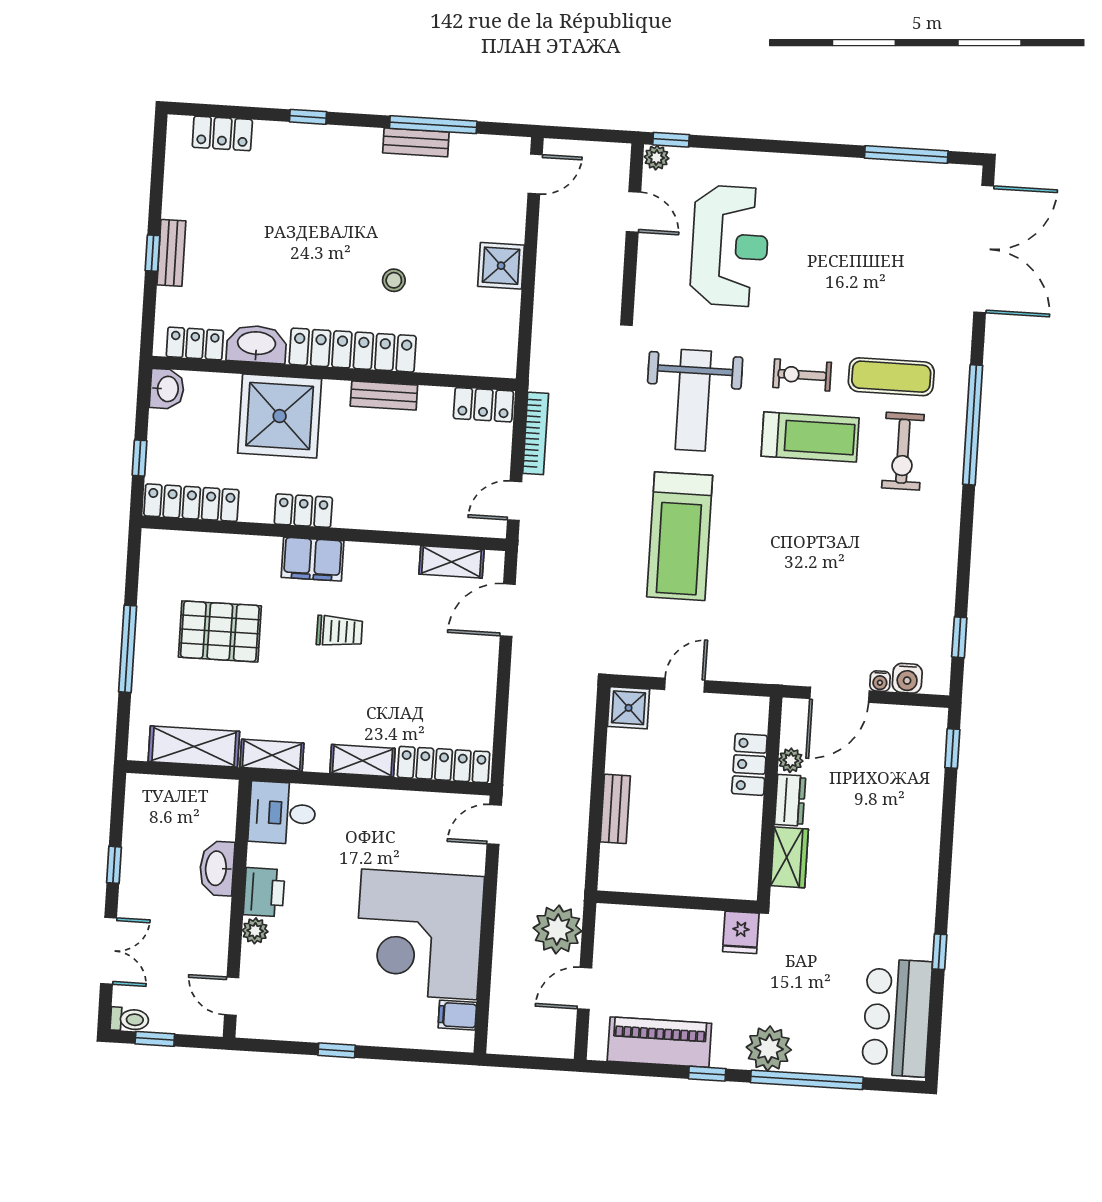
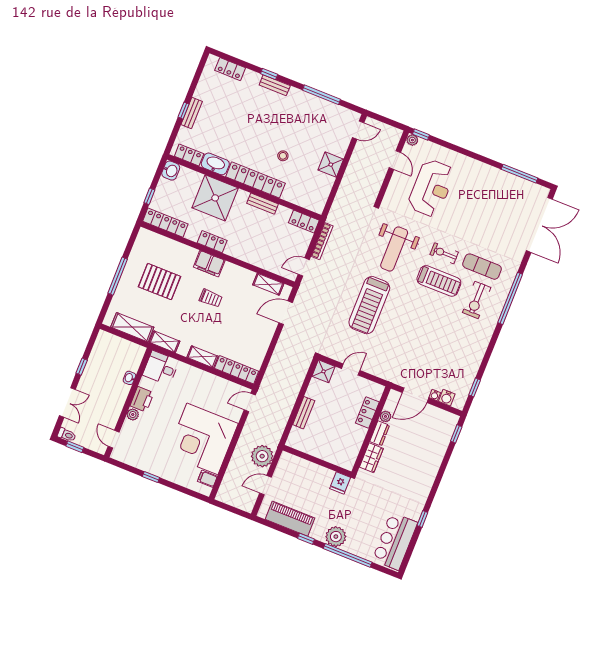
bench: (416, 142) -> (275, 85), moved
washbasin: (217, 868) -> (129, 378), width x0.52, depth x0.69

